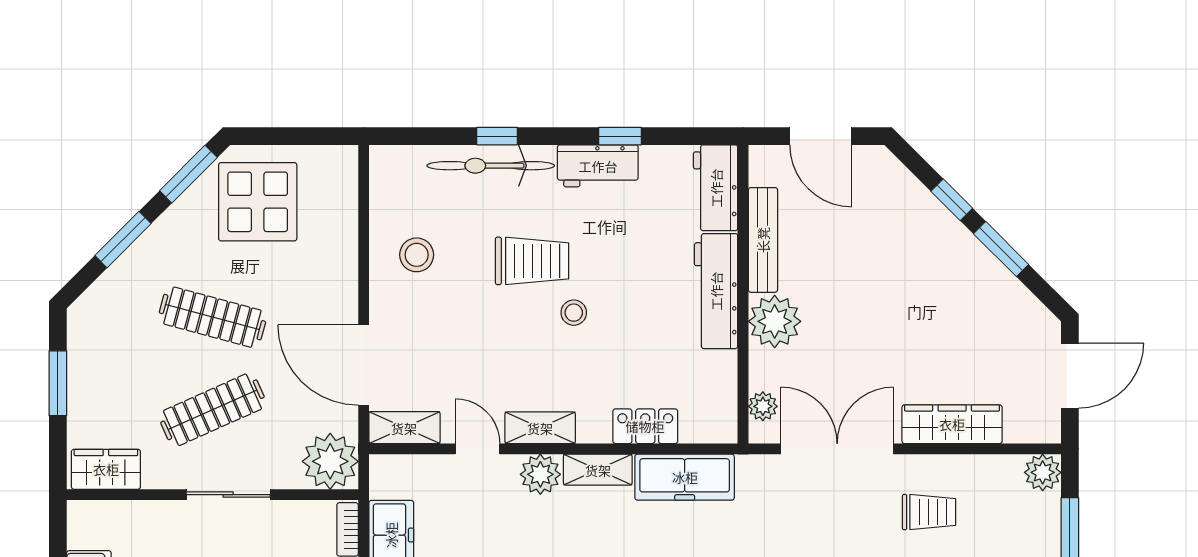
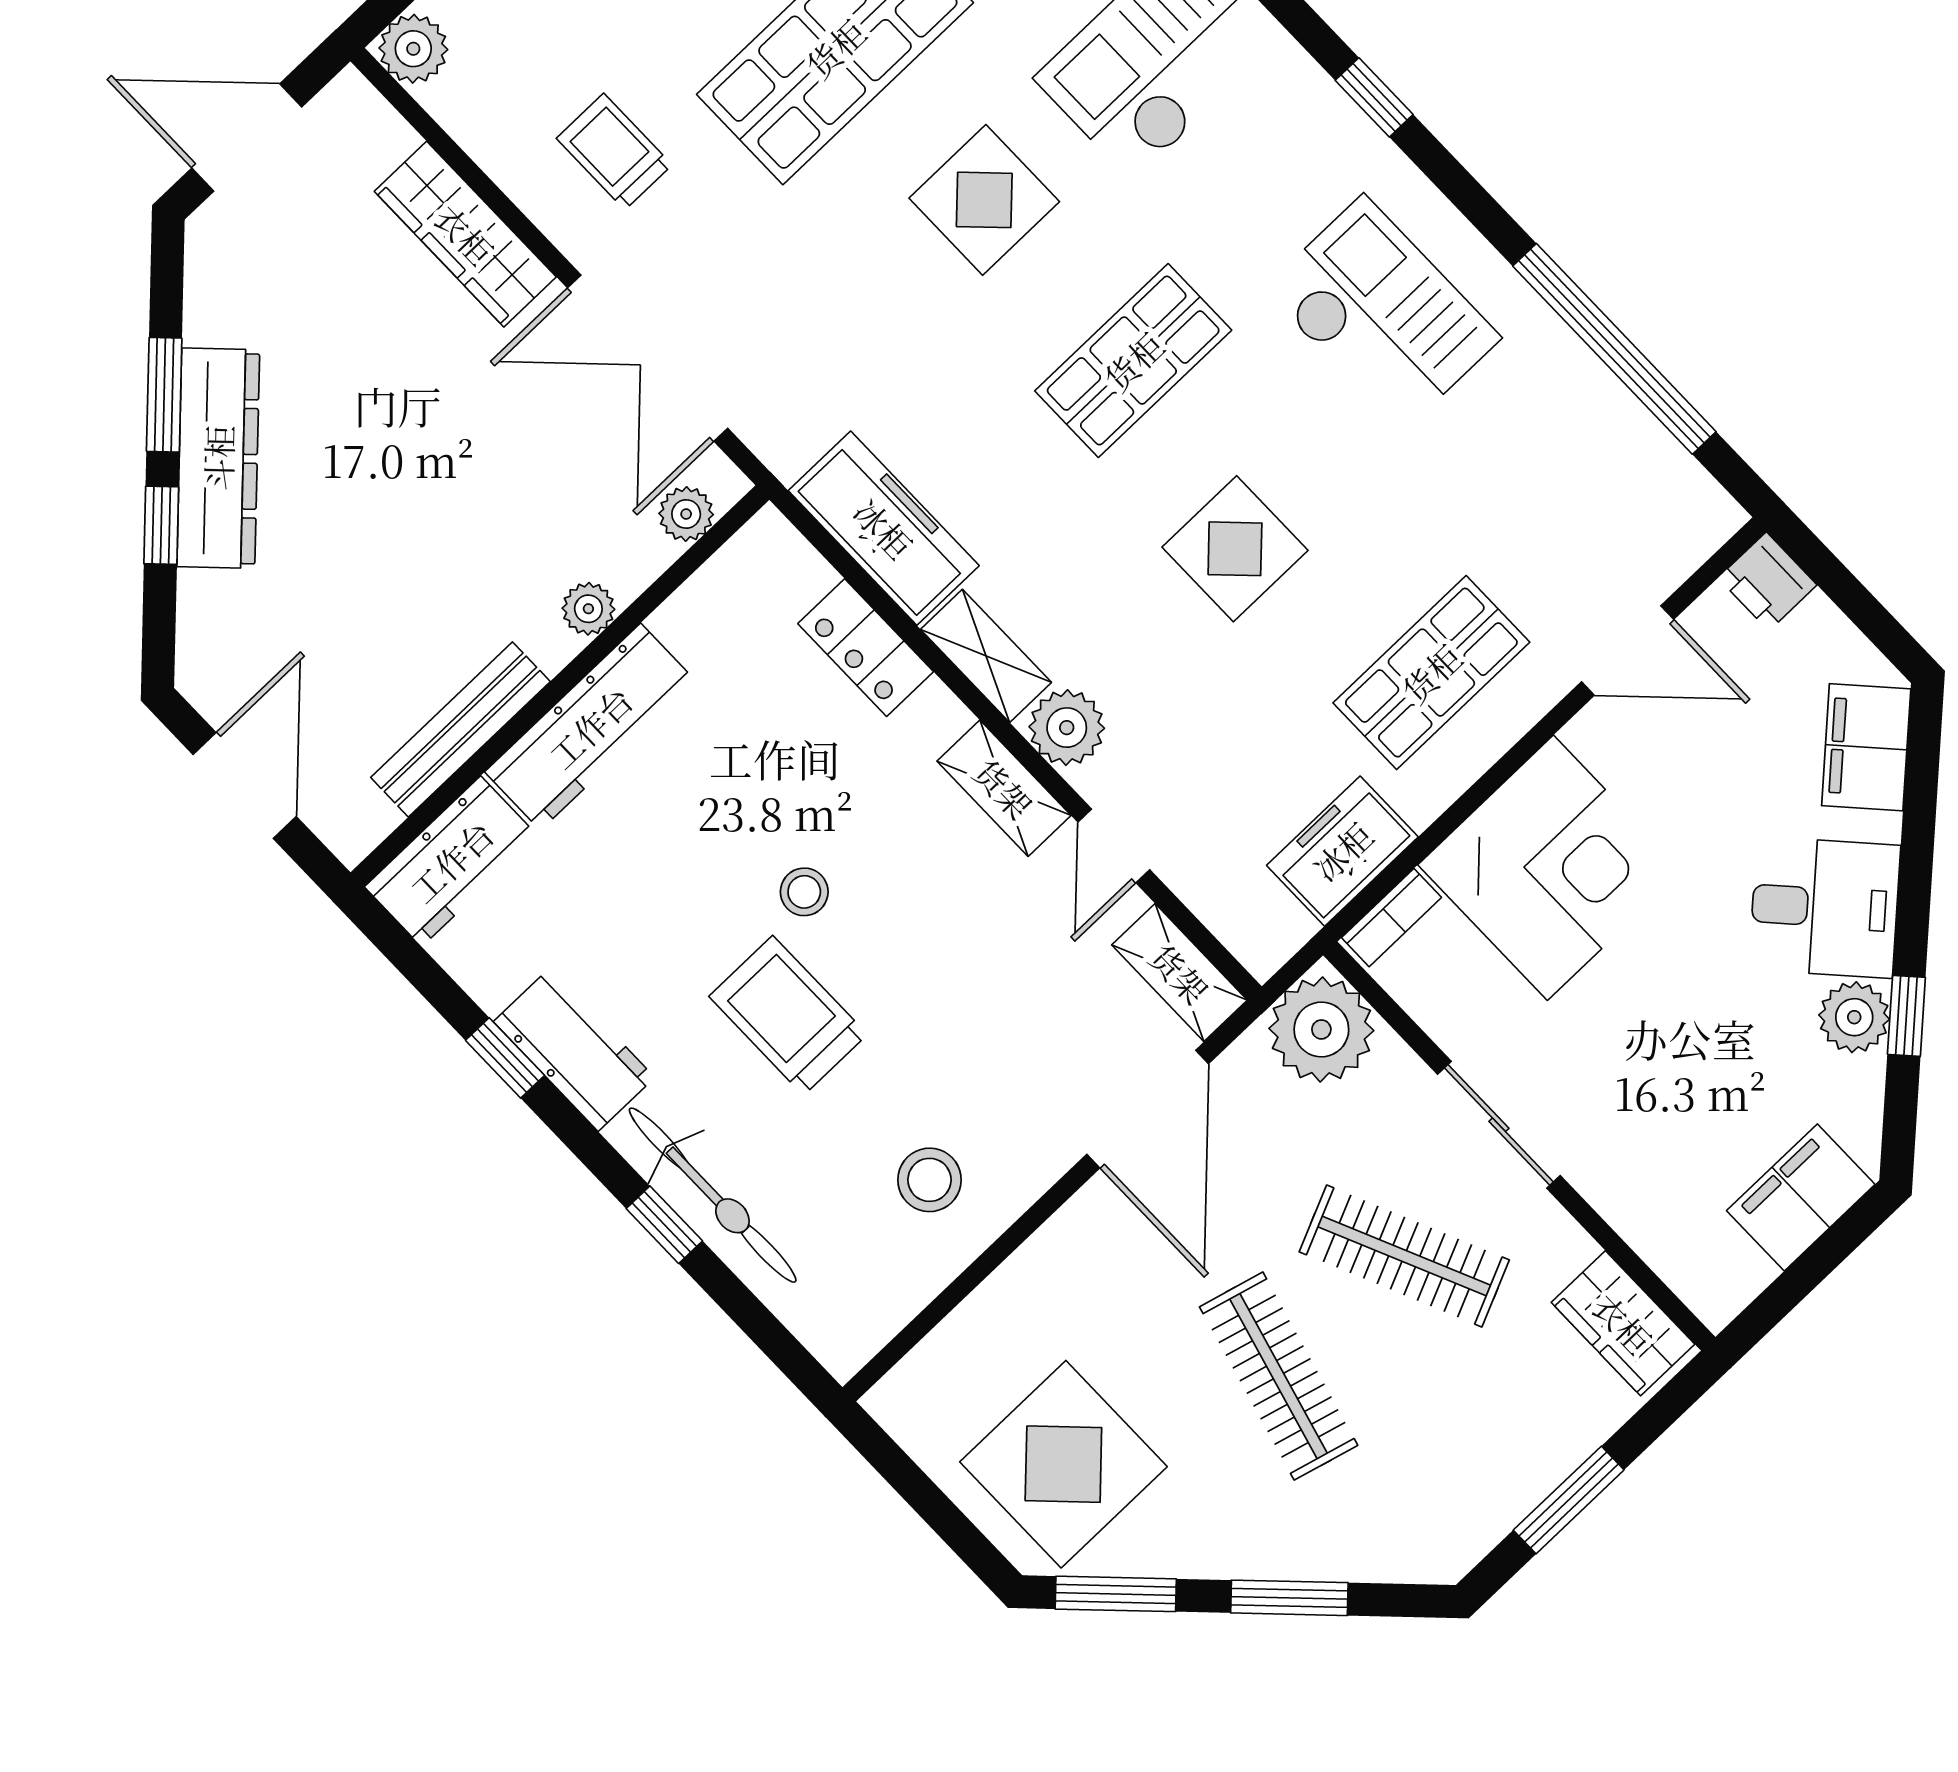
dresser: (957, 247) -> (218, 458), added
plant: (775, 321) -> (588, 609), width x0.53, depth x0.53

